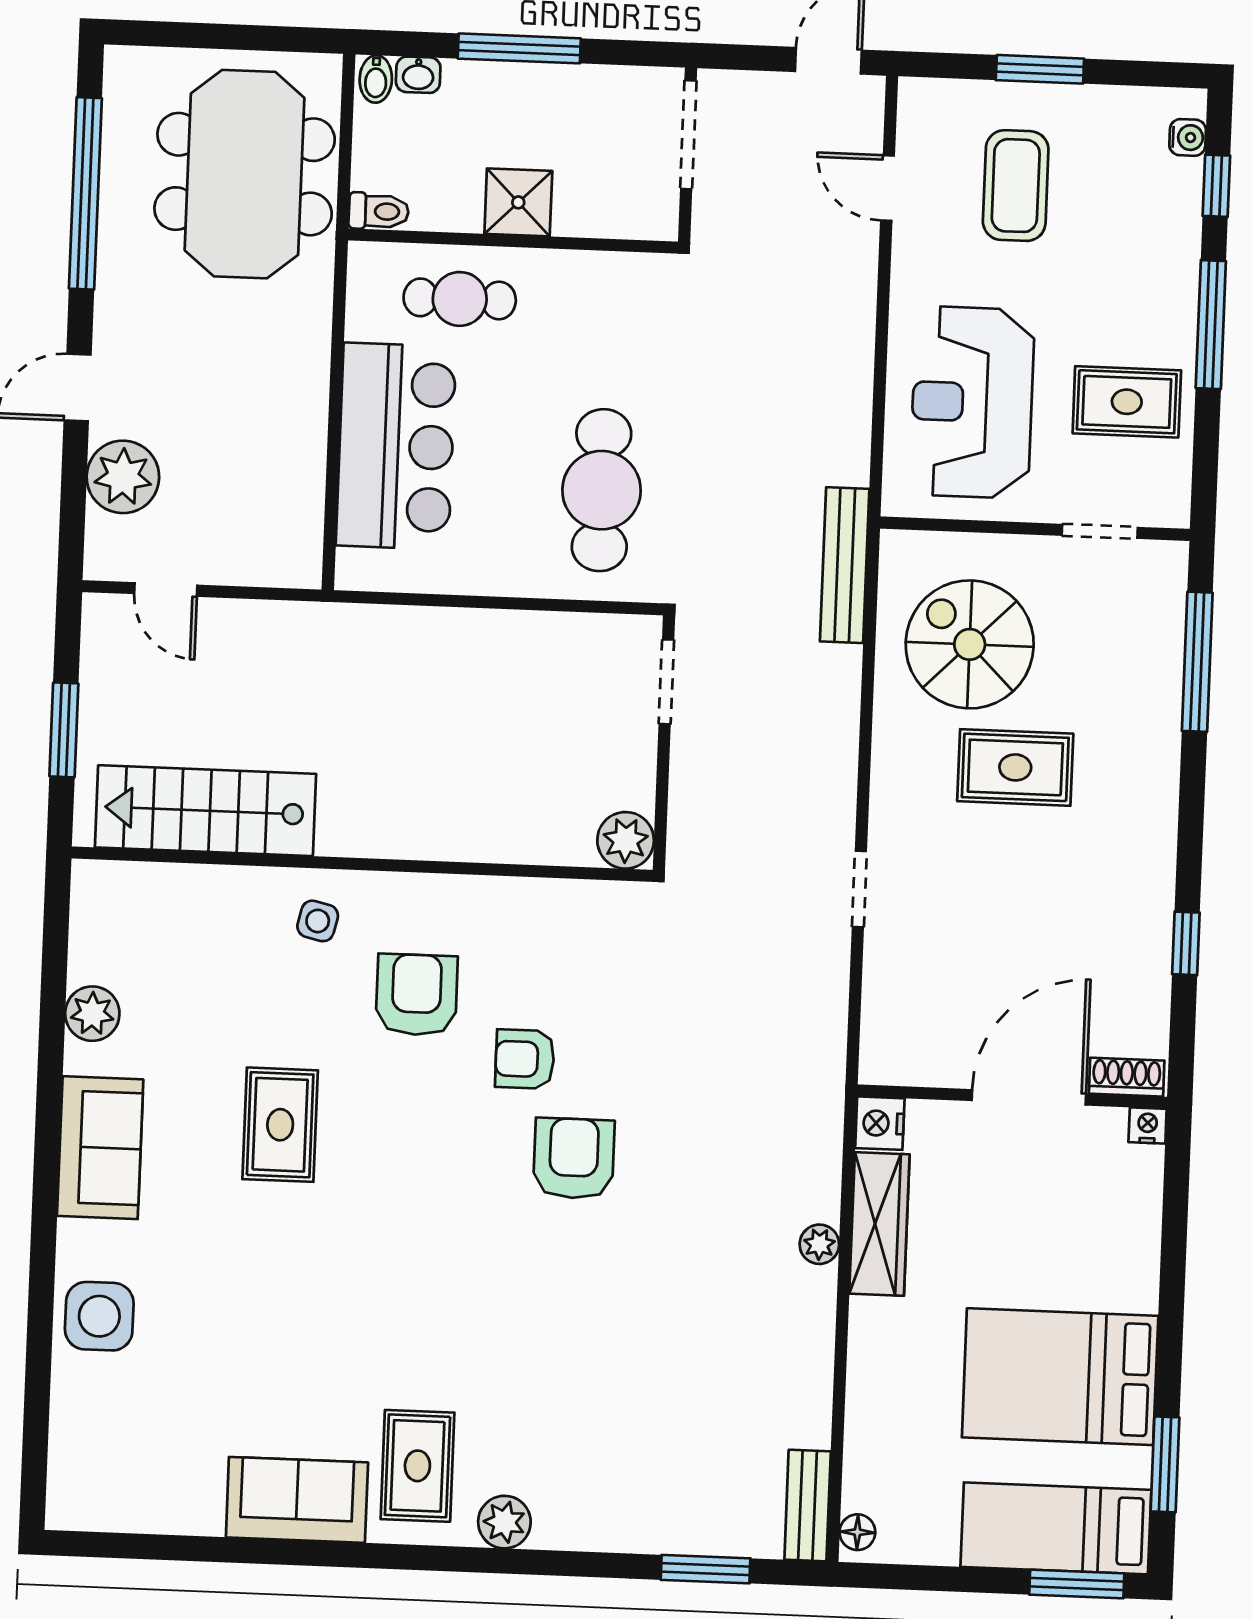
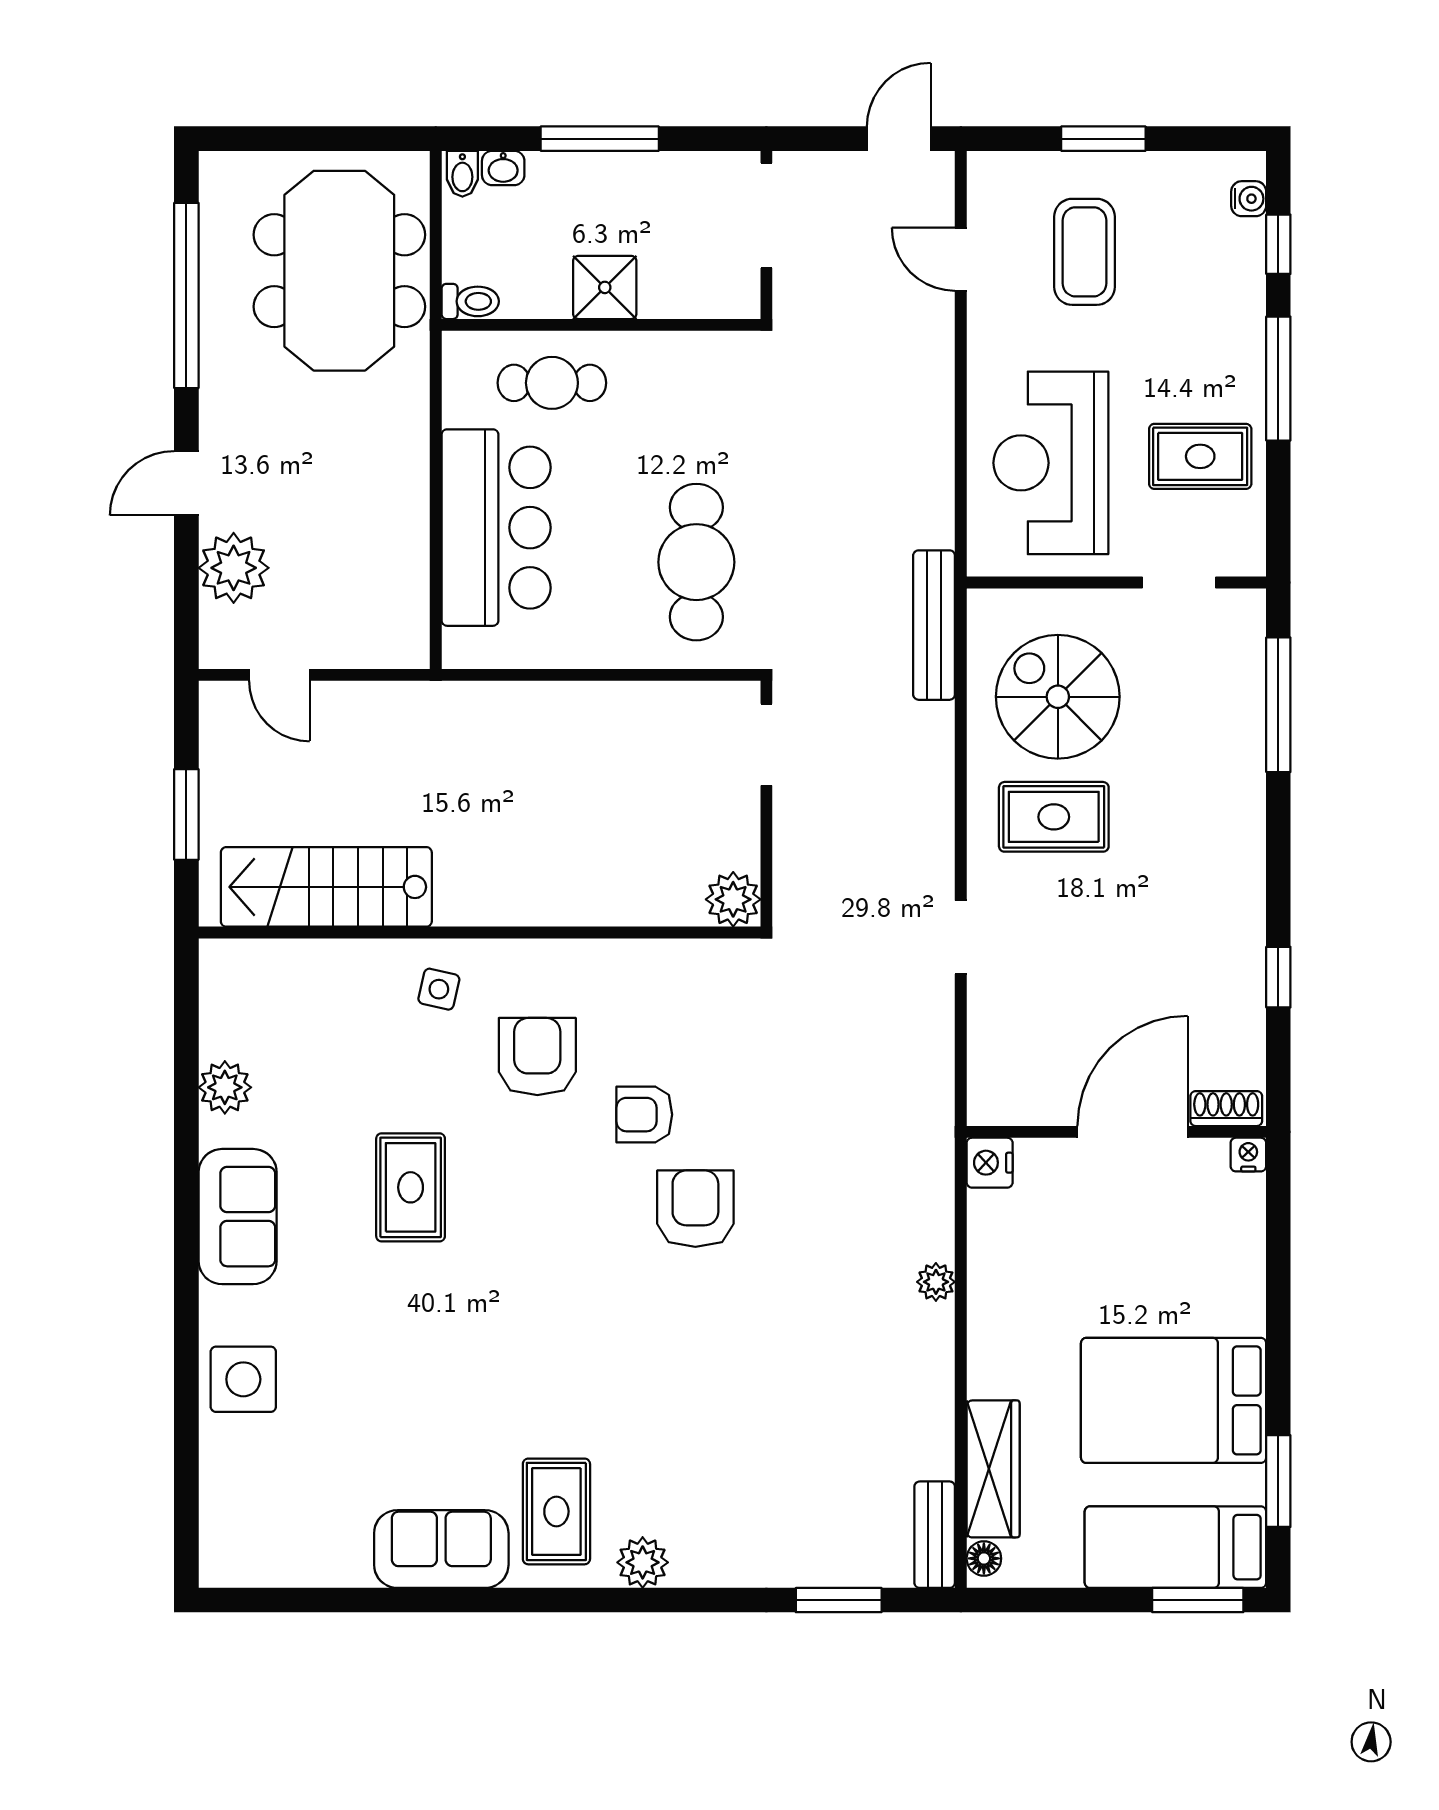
rug: (1015, 767) -> (1054, 817), moved
wardrobe: (879, 1224) -> (993, 1469), moved

